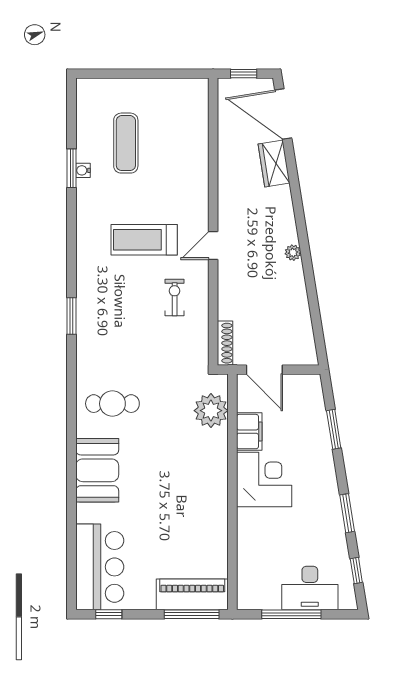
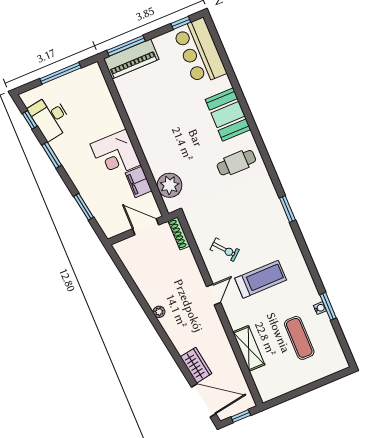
shelving: (197, 157) -> (249, 348), added
exercise bike: (175, 297) -> (225, 250), turned -40
desk: (310, 588) -> (50, 117), moved, turned -99

